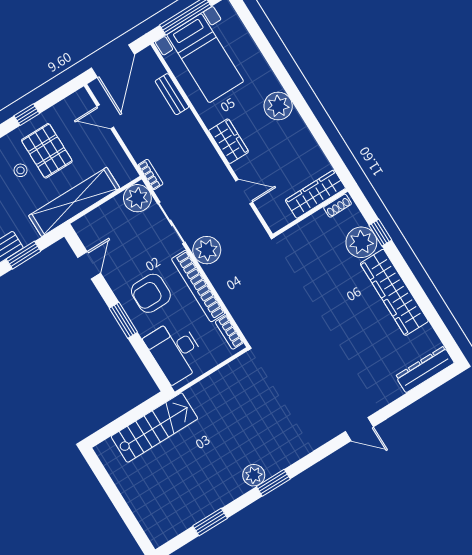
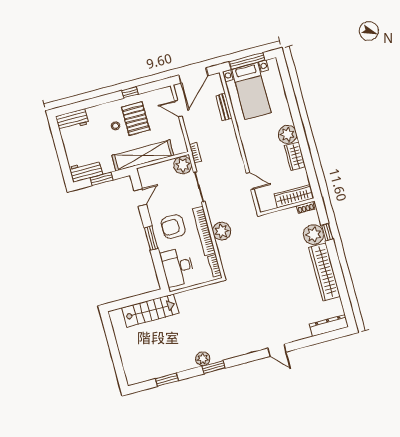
wardrobe: (229, 141) -> (295, 156), moved, turned 180
plant: (207, 250) -> (222, 231), moved

